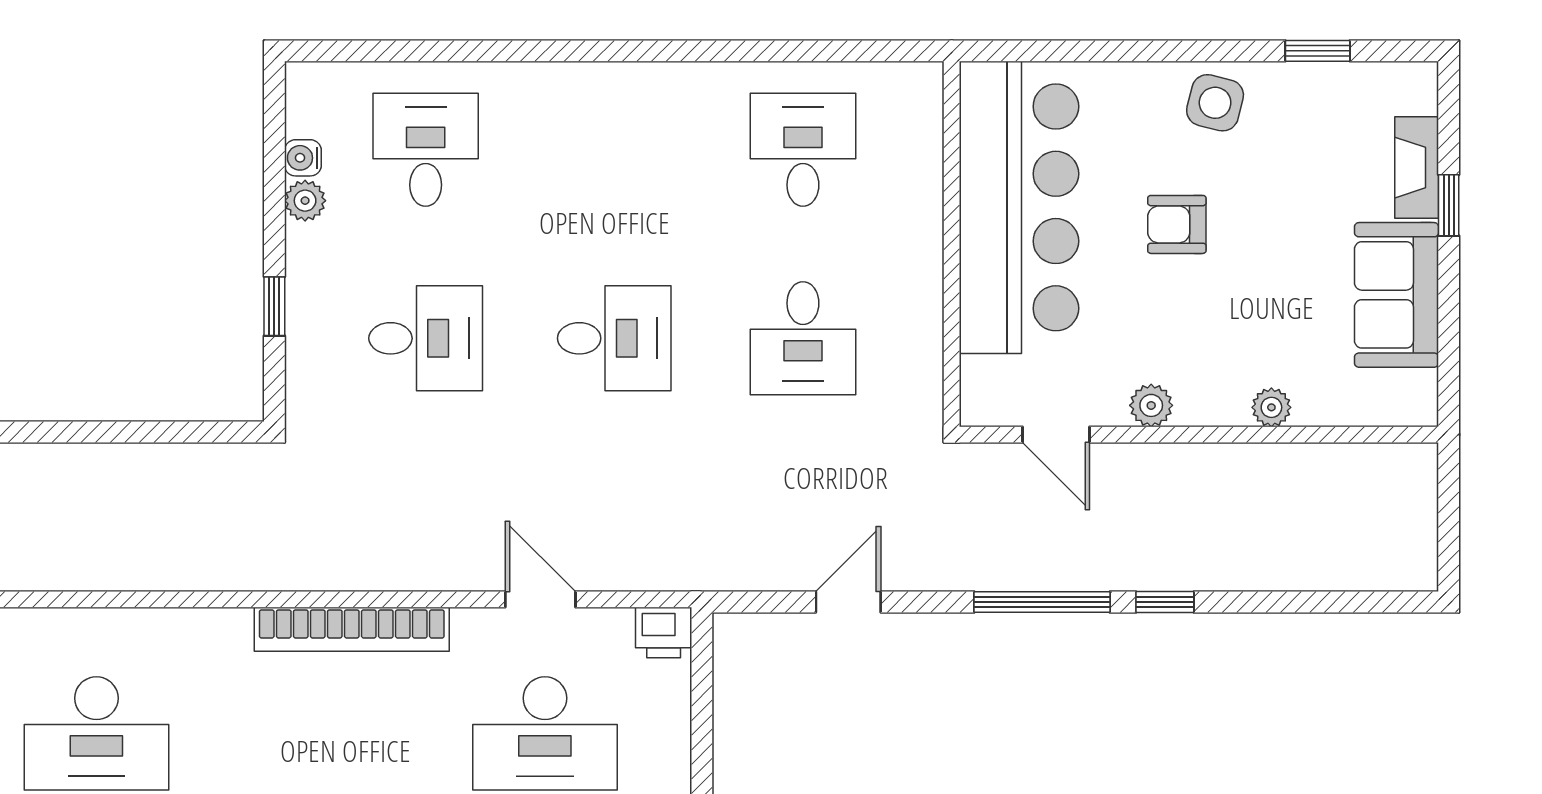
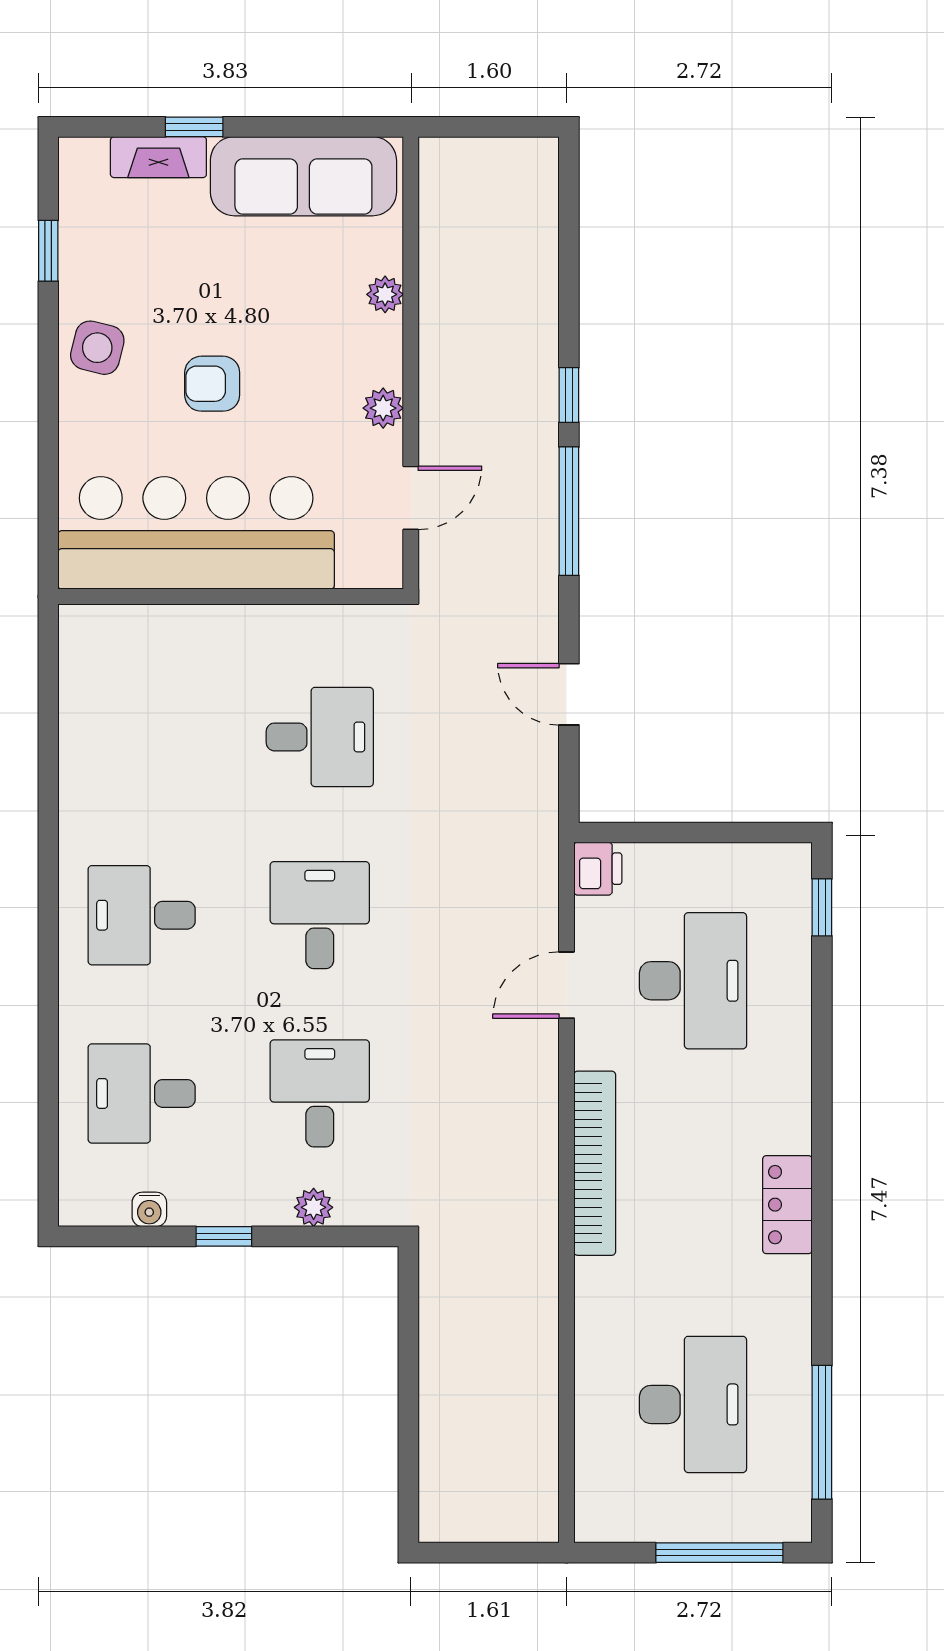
desk: (803, 150) -> (142, 915), moved
plant: (305, 201) -> (314, 1207), moved
armchair: (1177, 224) -> (212, 384), turned 90
sofa: (1397, 295) -> (303, 176), width x1.36
window: (274, 306) -> (224, 1236), moved

